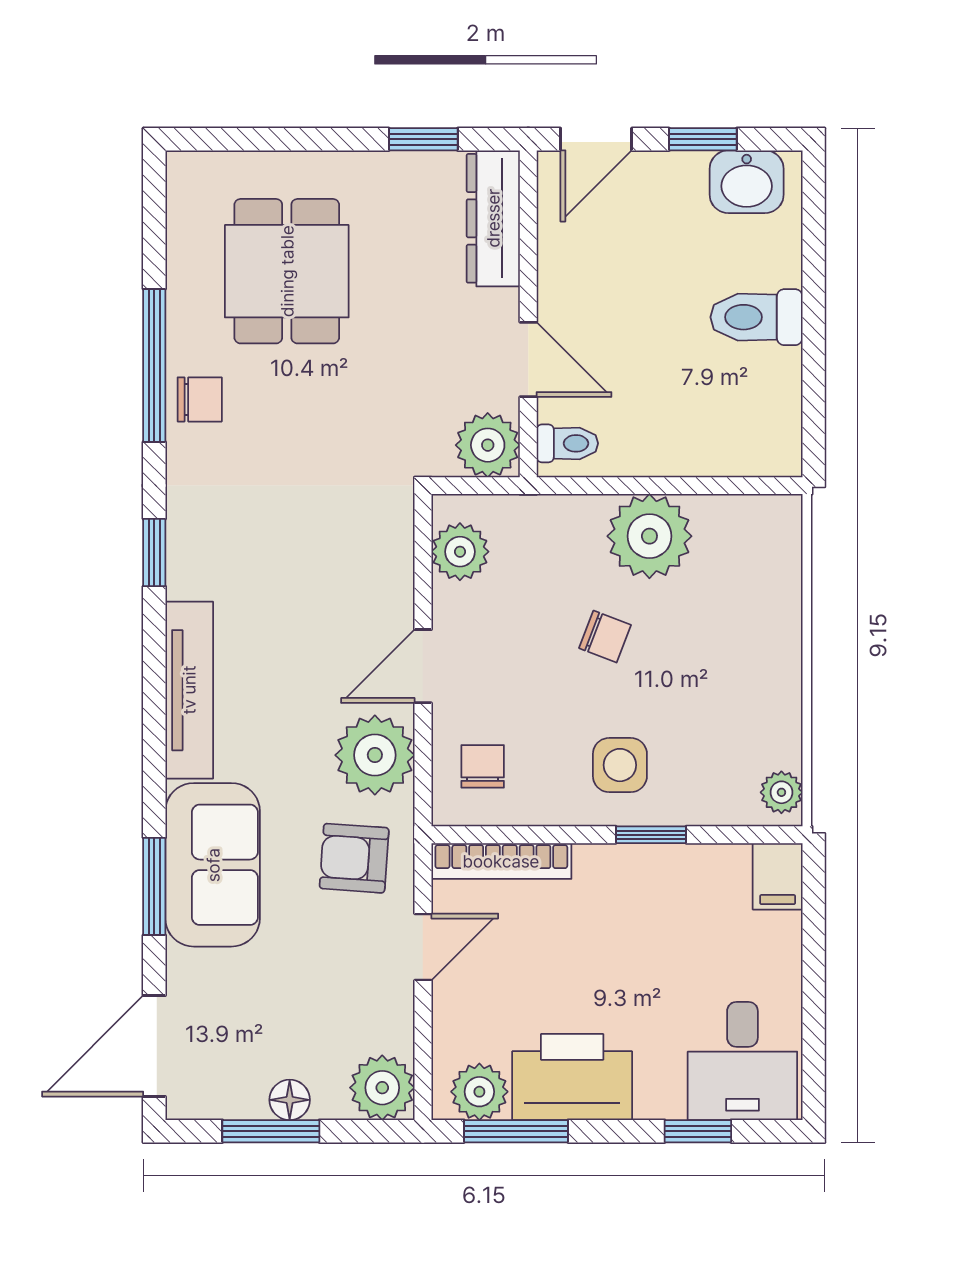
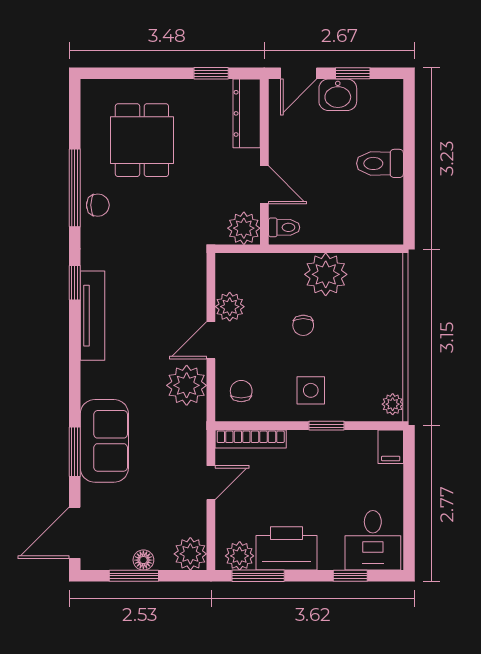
washbasin: (747, 182) -> (338, 95), moved
plant: (460, 552) -> (230, 307), moved
chair: (605, 637) -> (303, 325), turned 69
tv unit: (189, 690) -> (93, 316), moved
armchair: (354, 858) -> (176, 438), removed

